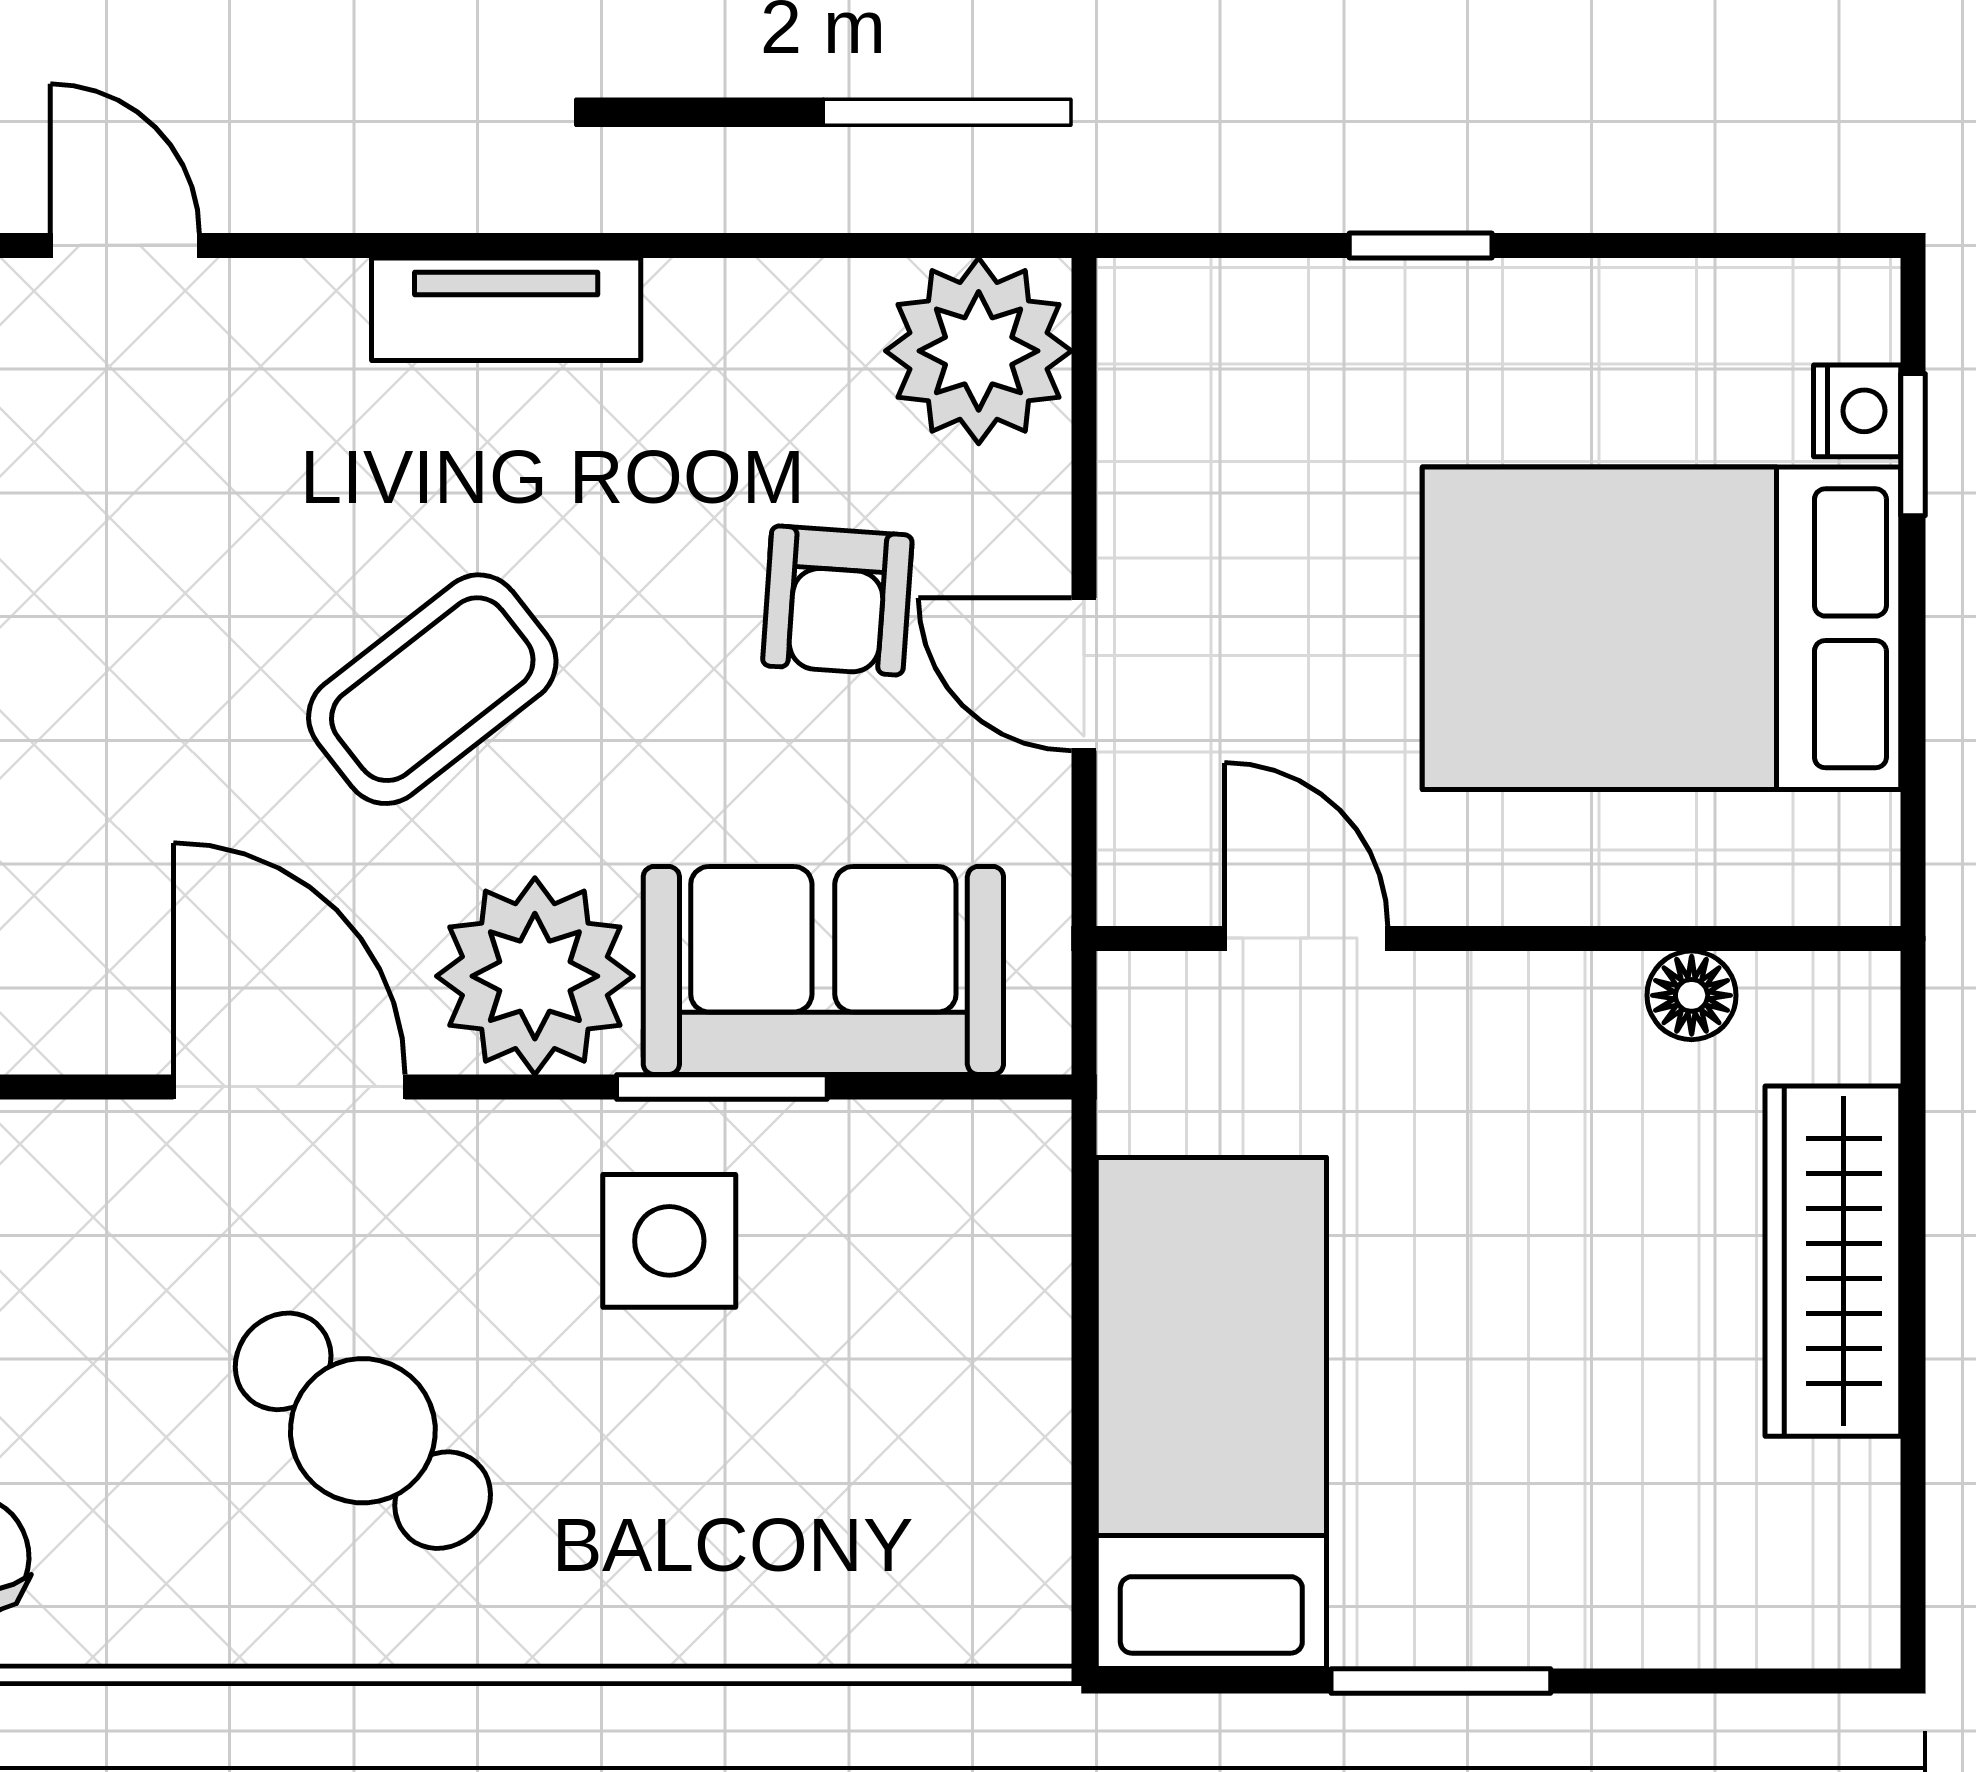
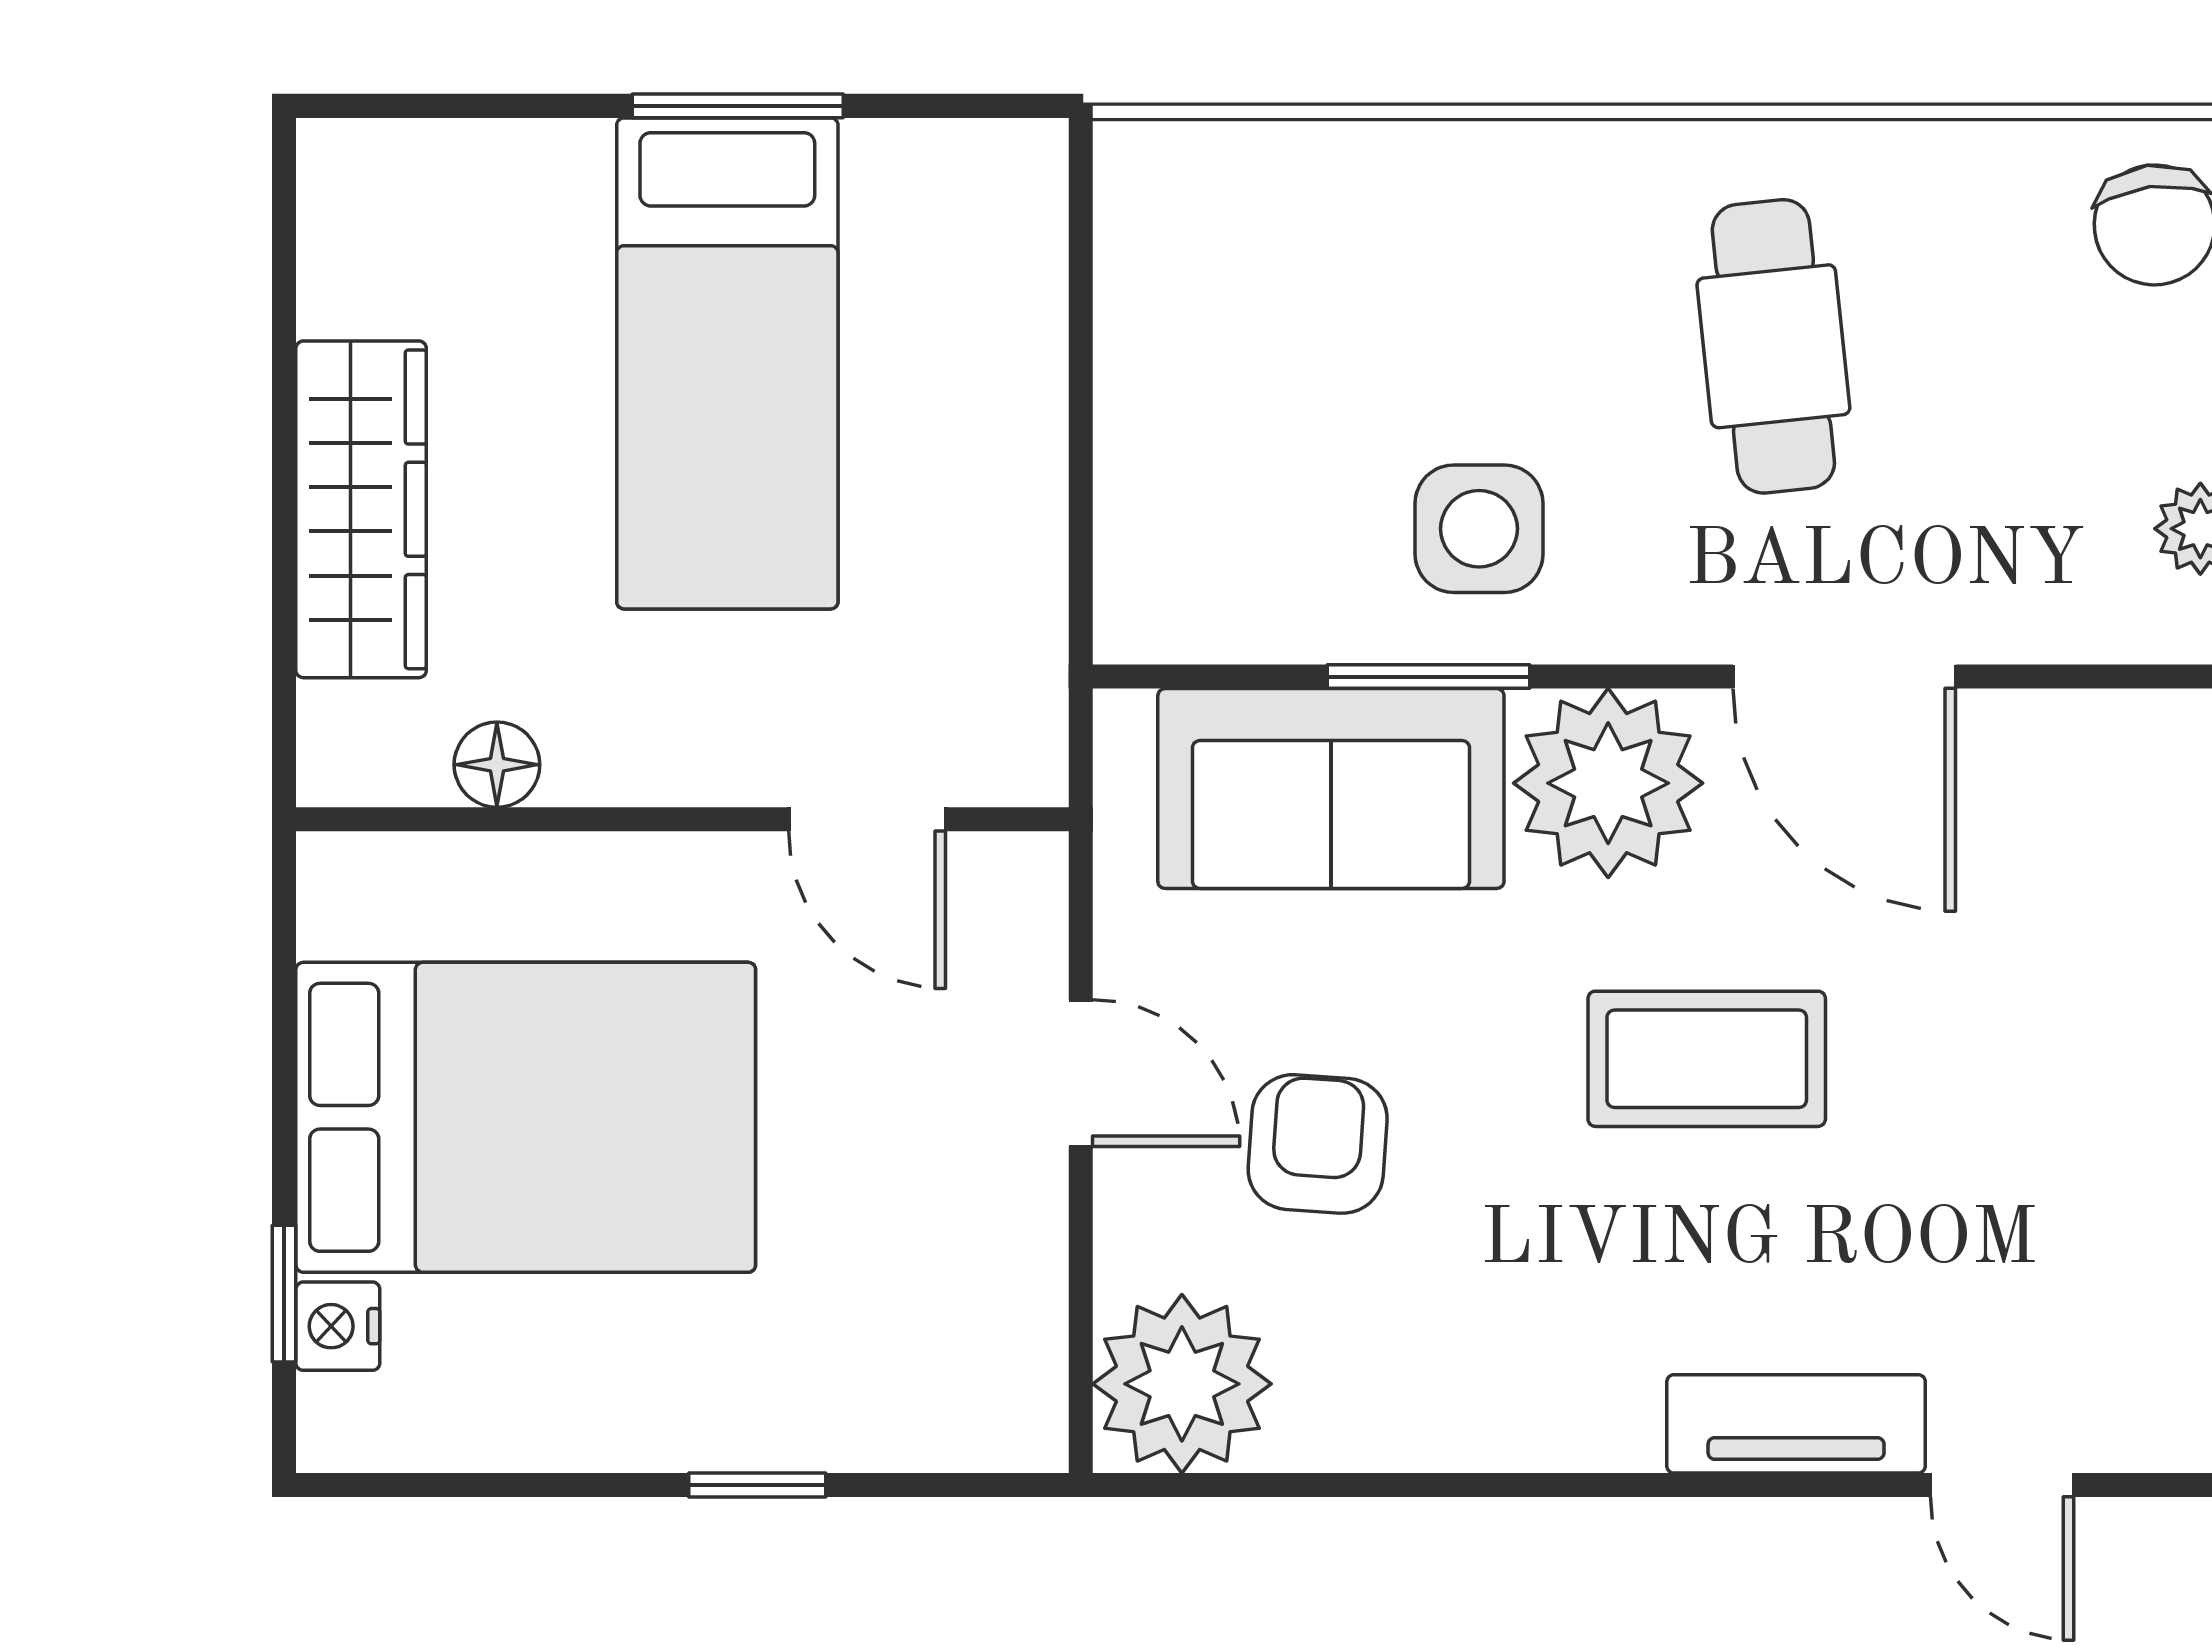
tv unit: (506, 309) -> (1796, 1424), moved
coffee table: (432, 689) -> (1707, 1059), turned 38
bed: (1211, 1413) -> (727, 363), moved
cafe table: (363, 1431) -> (1773, 346), turned 43

